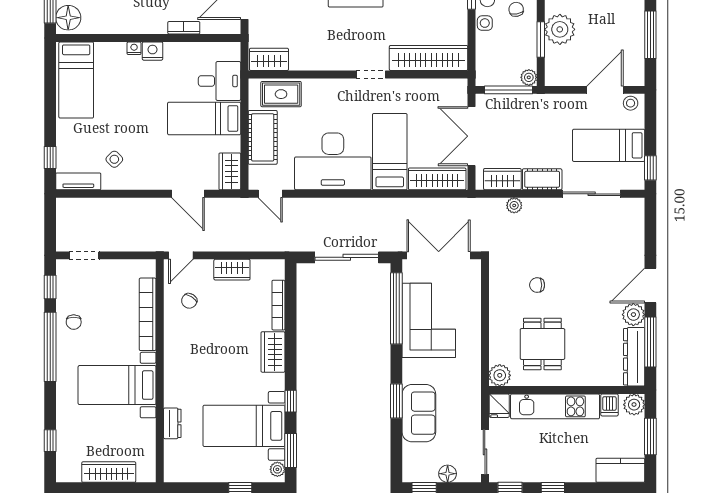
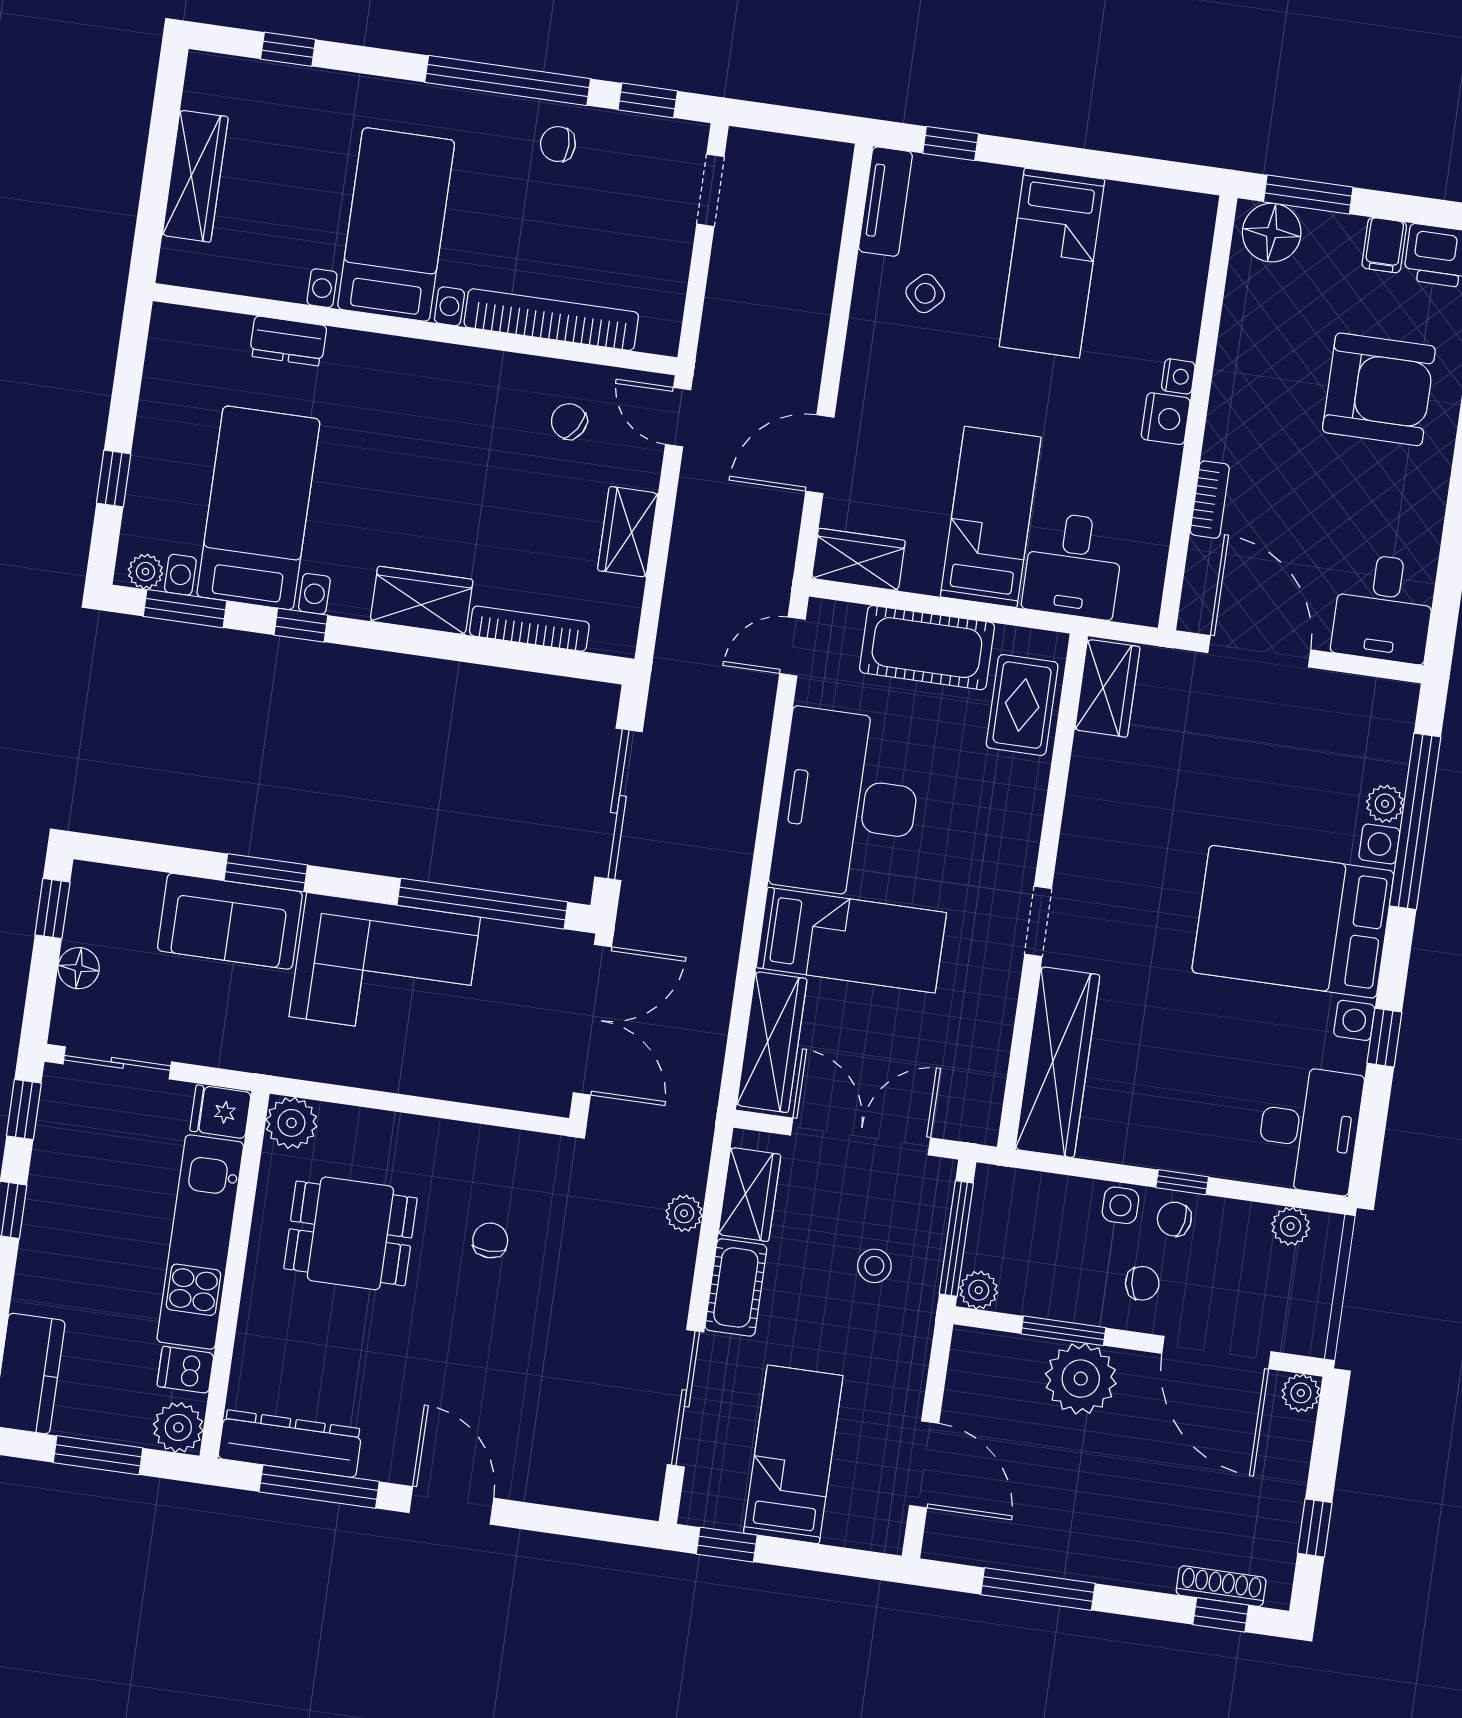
bed: (76, 80) -> (1052, 263), moved, turned -90
stool: (631, 103) -> (874, 1266), moved
plant: (633, 315) -> (389, 1456), removed
corner sofa: (429, 320) -> (385, 967), moved

